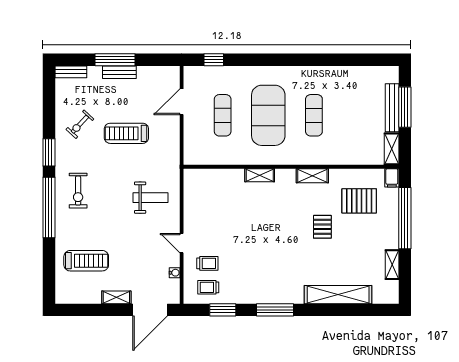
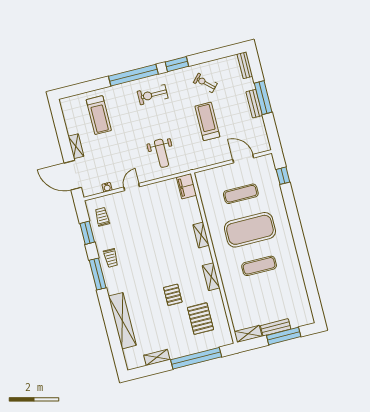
bench: (392, 108) -> (276, 327), width x0.73
filing cabinet: (392, 178) -> (186, 186), moved, width x2.00
pallet: (322, 227) -> (173, 295), turned 90
trolley: (207, 263) -> (111, 258), moved

